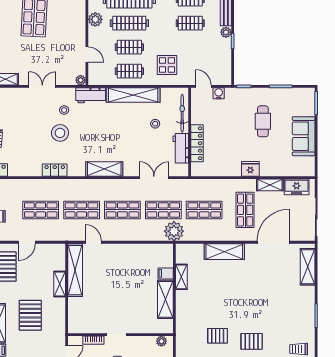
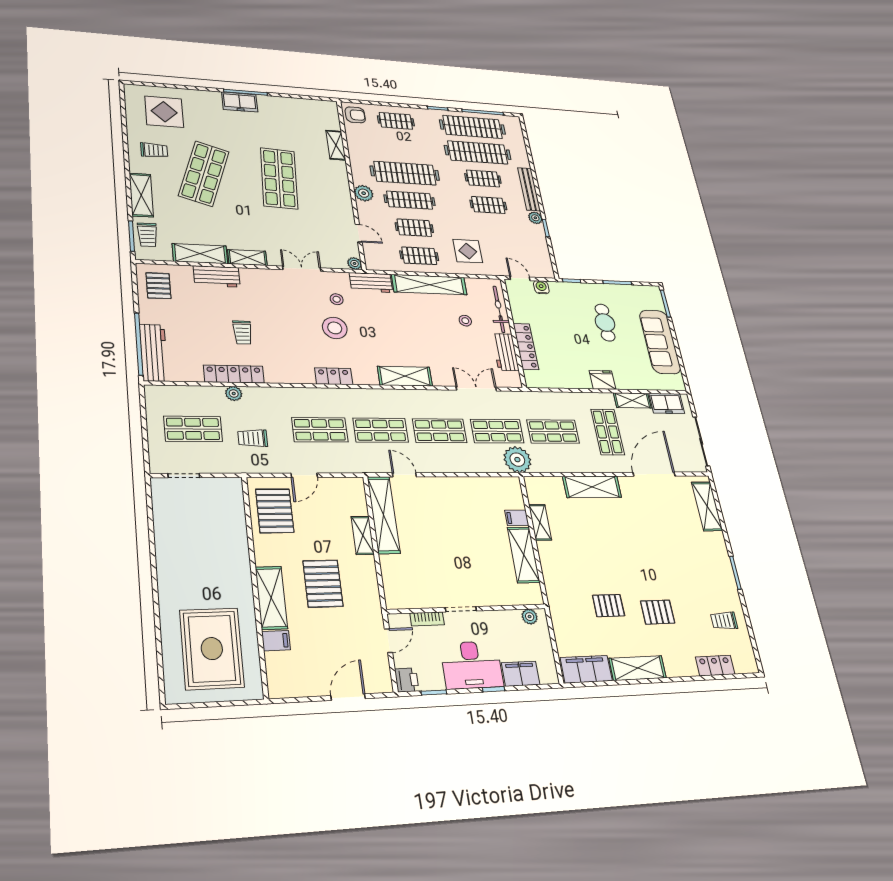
sofa: (304, 136) -> (660, 342), width x1.36

